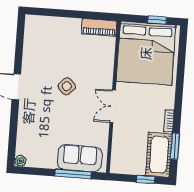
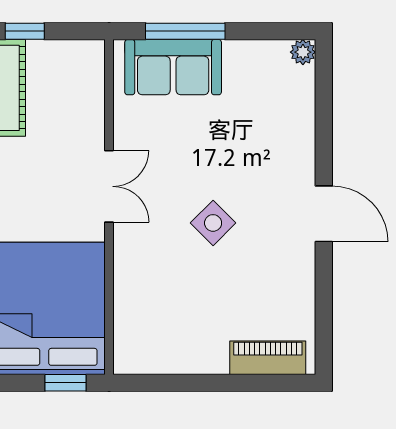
window: (157, 20) -> (66, 383), moved
piano: (99, 27) -> (268, 358), moved

